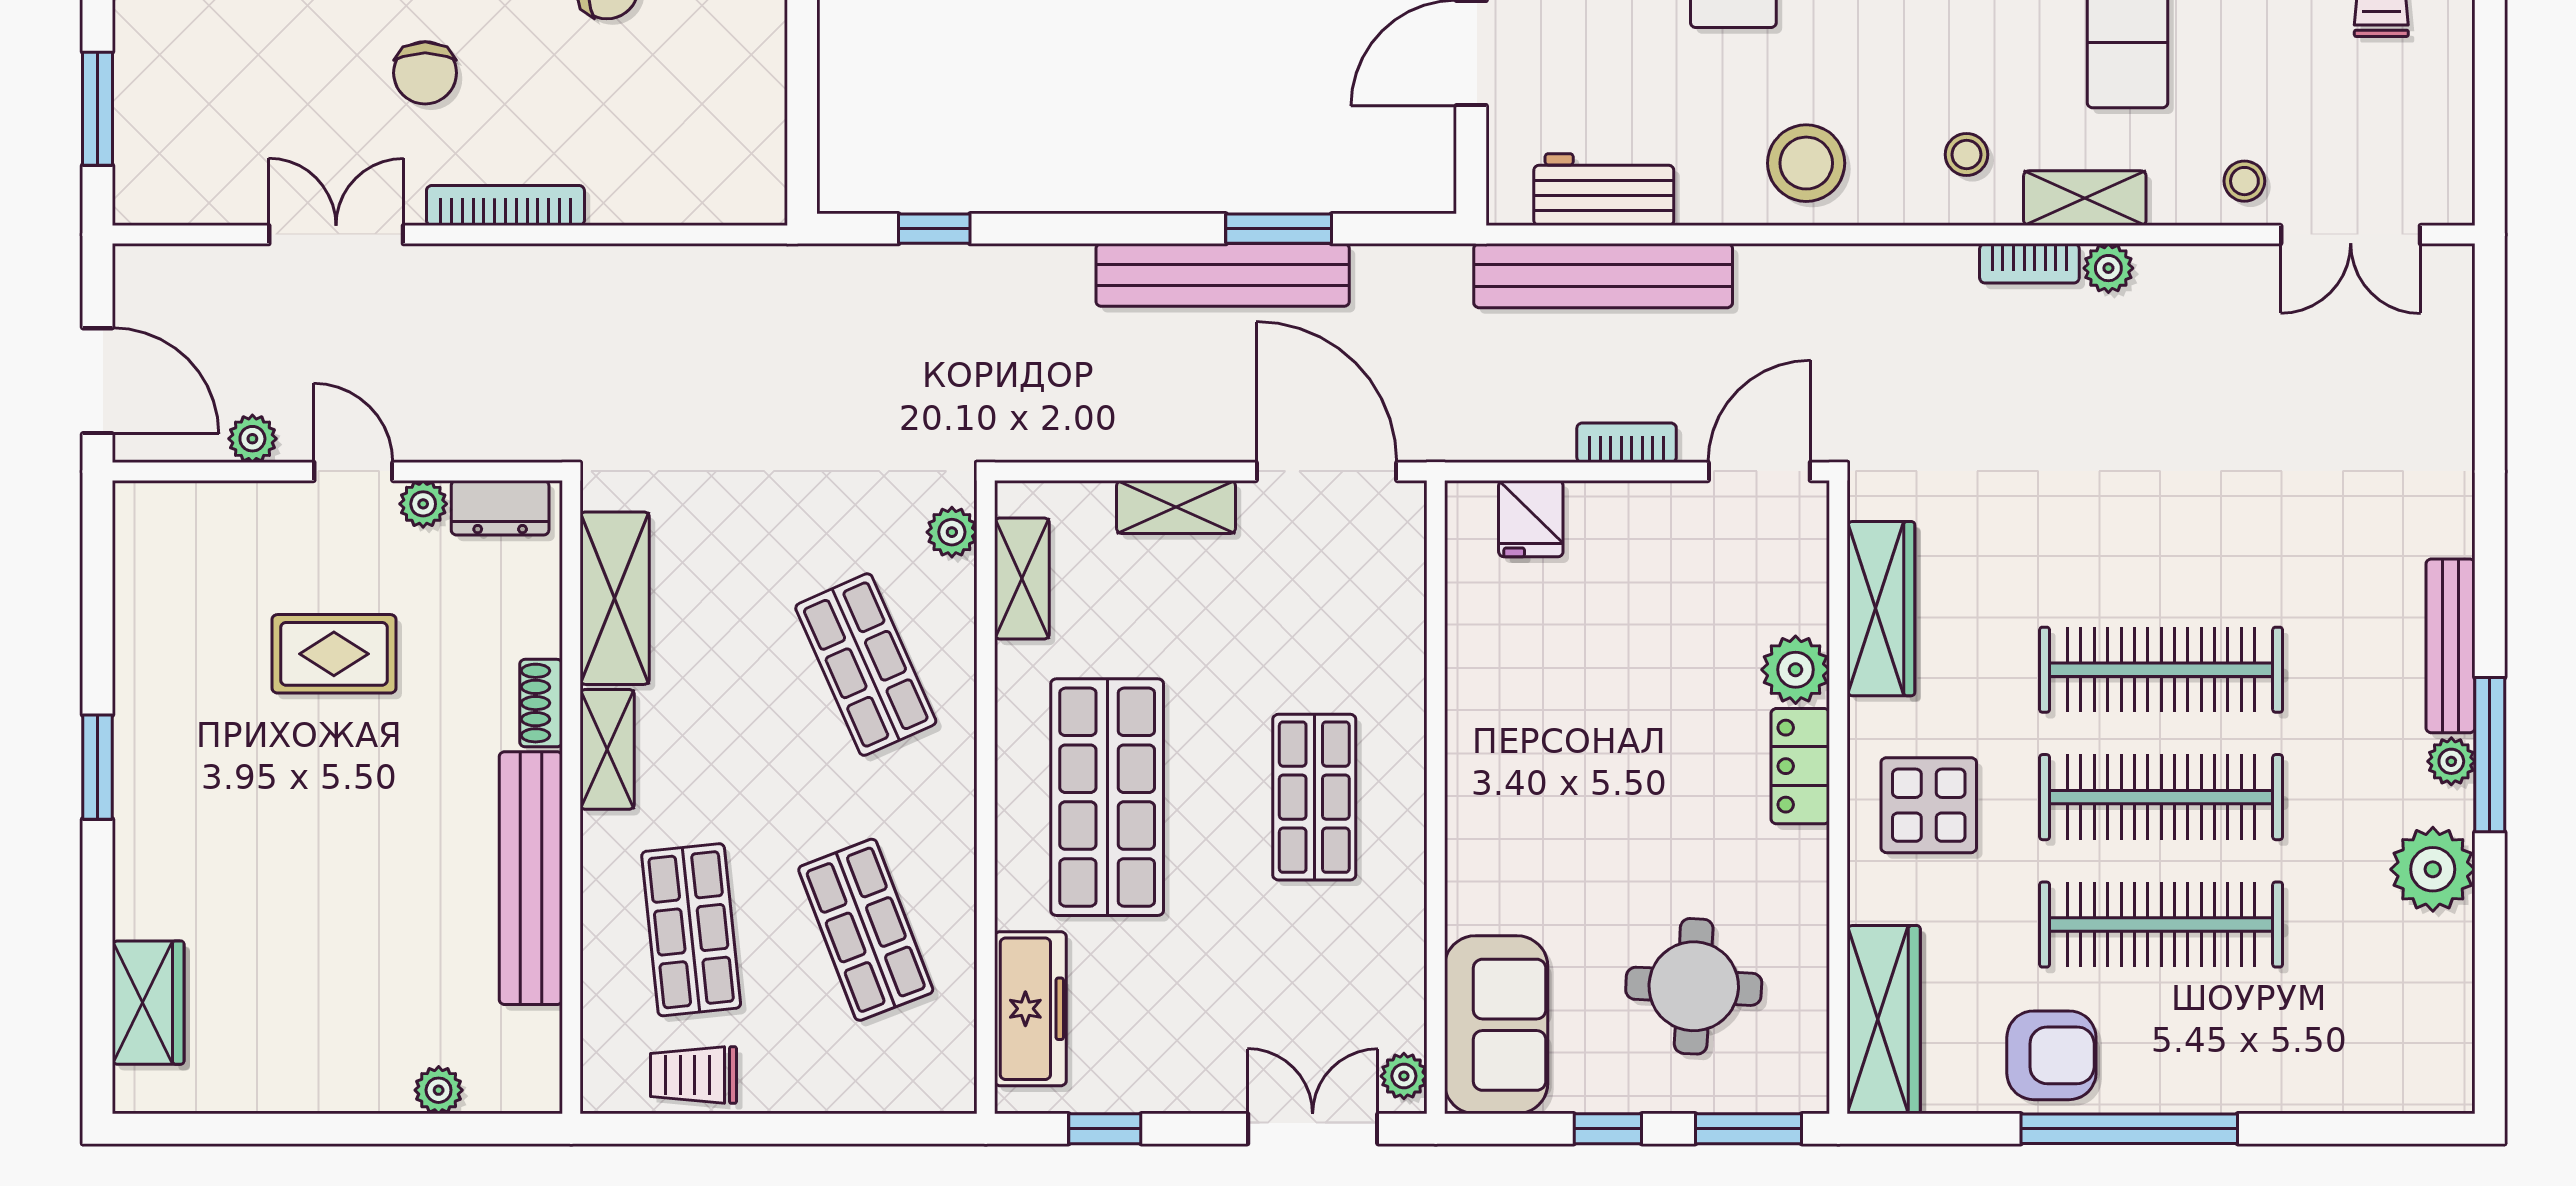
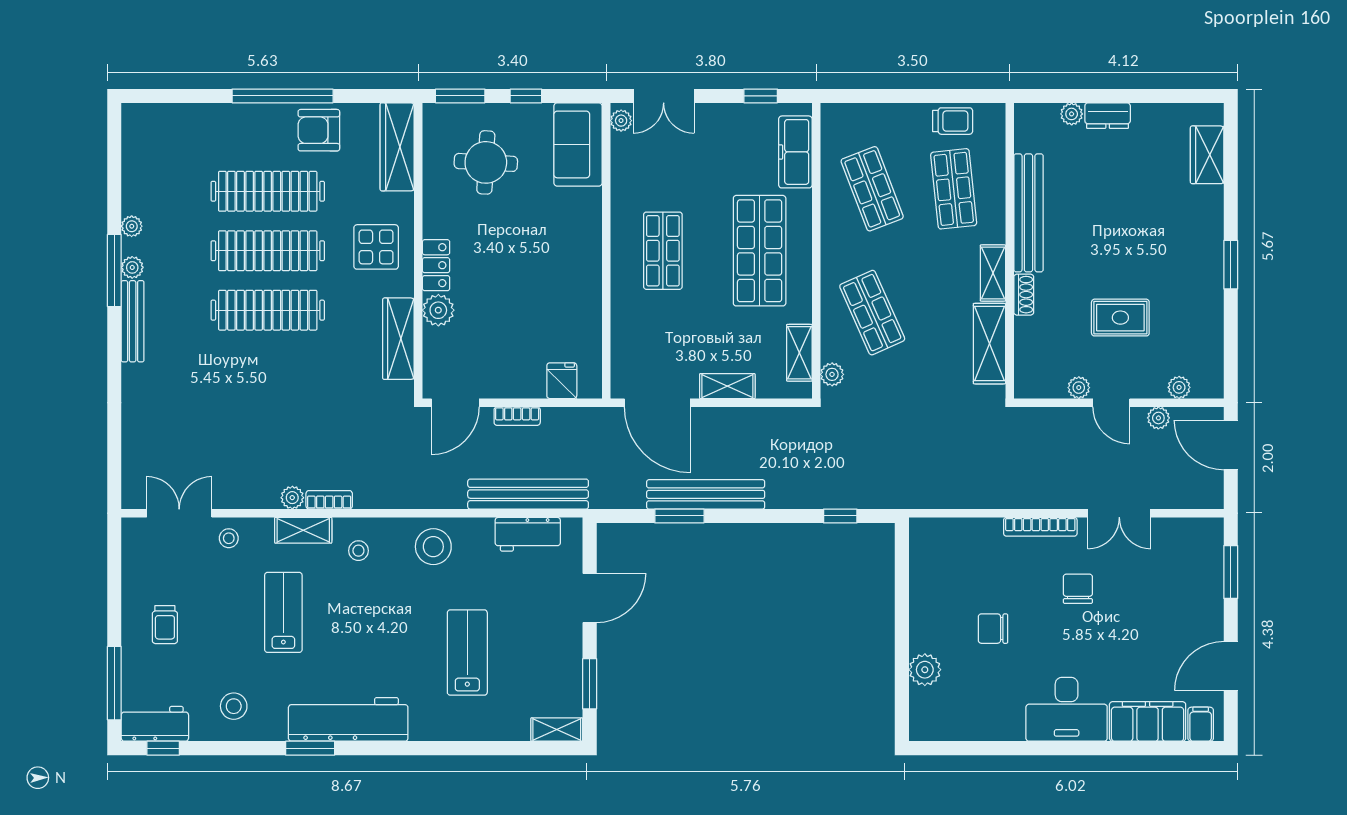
plant: (208, 504) -> (1179, 387), added
dresser: (500, 508) -> (1108, 116), moved, turned 180
plant: (2433, 869) -> (132, 226), width x0.53, depth x0.53

